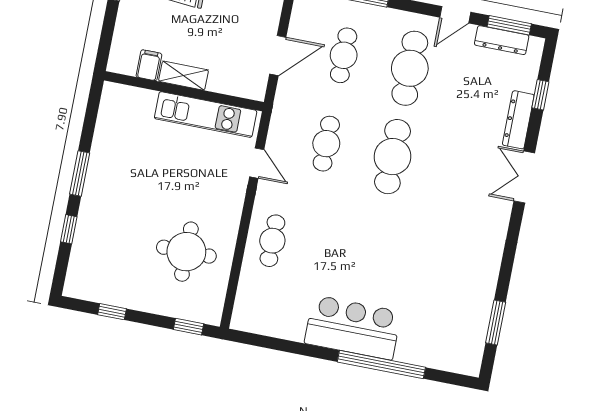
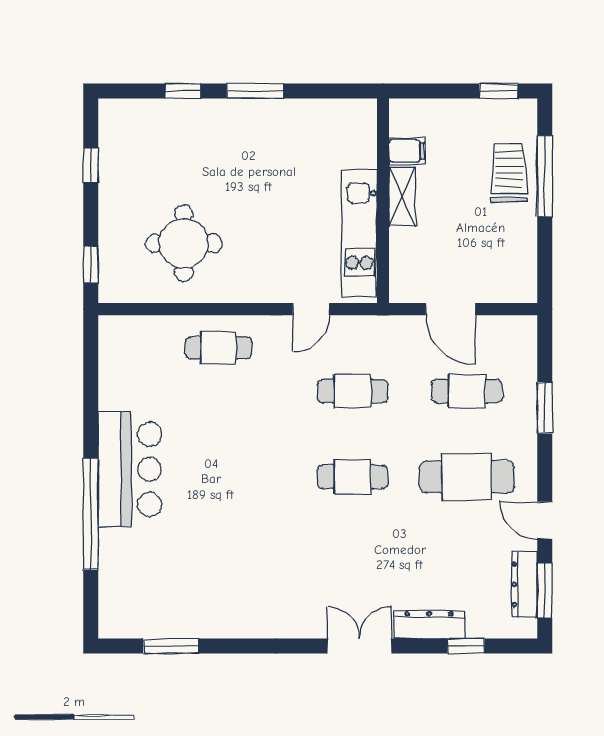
cafe table: (392, 157) -> (353, 477), width x0.73, depth x0.74

